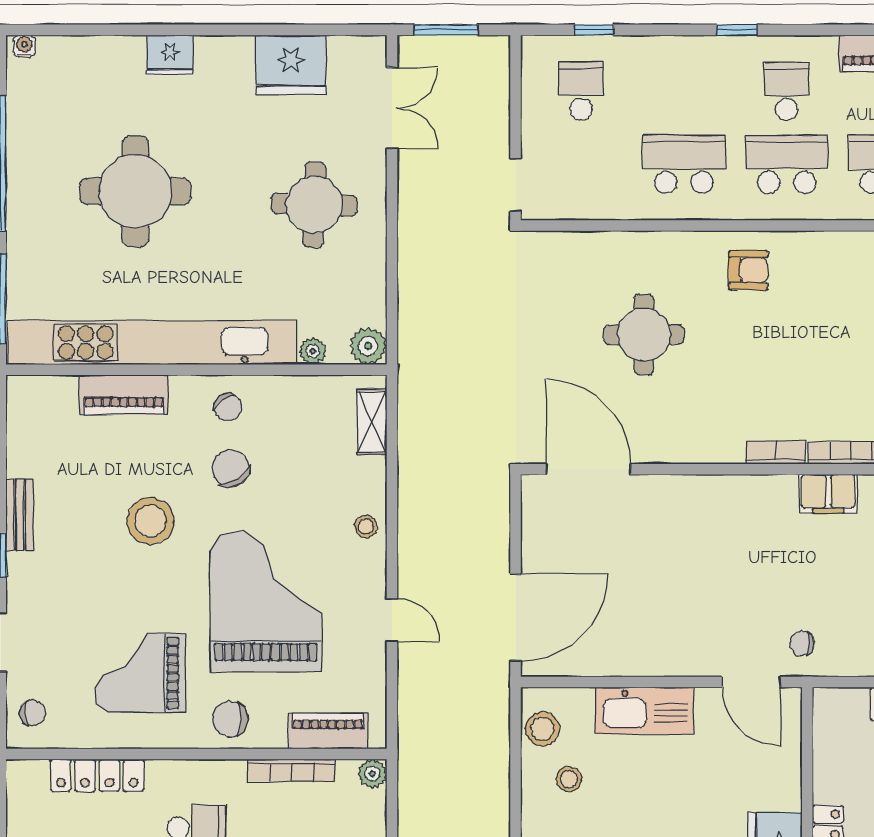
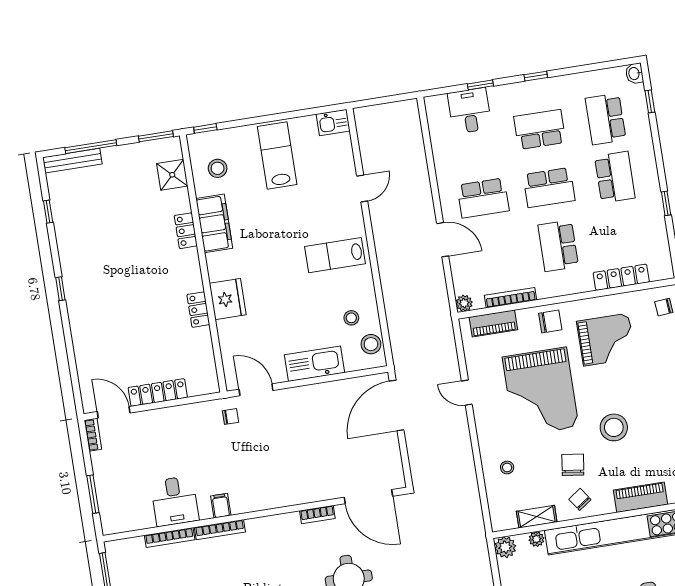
shelving: (372, 422) -> (537, 517), moved, turned 90
bookcase: (776, 452) -> (317, 515), moved
chair: (231, 468) -> (573, 465), turned -140
filing cabinet: (828, 494) -> (221, 506), width x0.50
stool: (366, 527) -> (507, 468), moved

